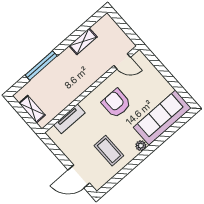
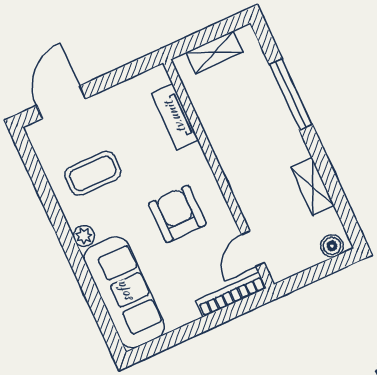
boiler: (109, 23) -> (332, 246), added
bookcase: (148, 65) -> (231, 295), added
armchair: (116, 103) -> (177, 214), turned -90

